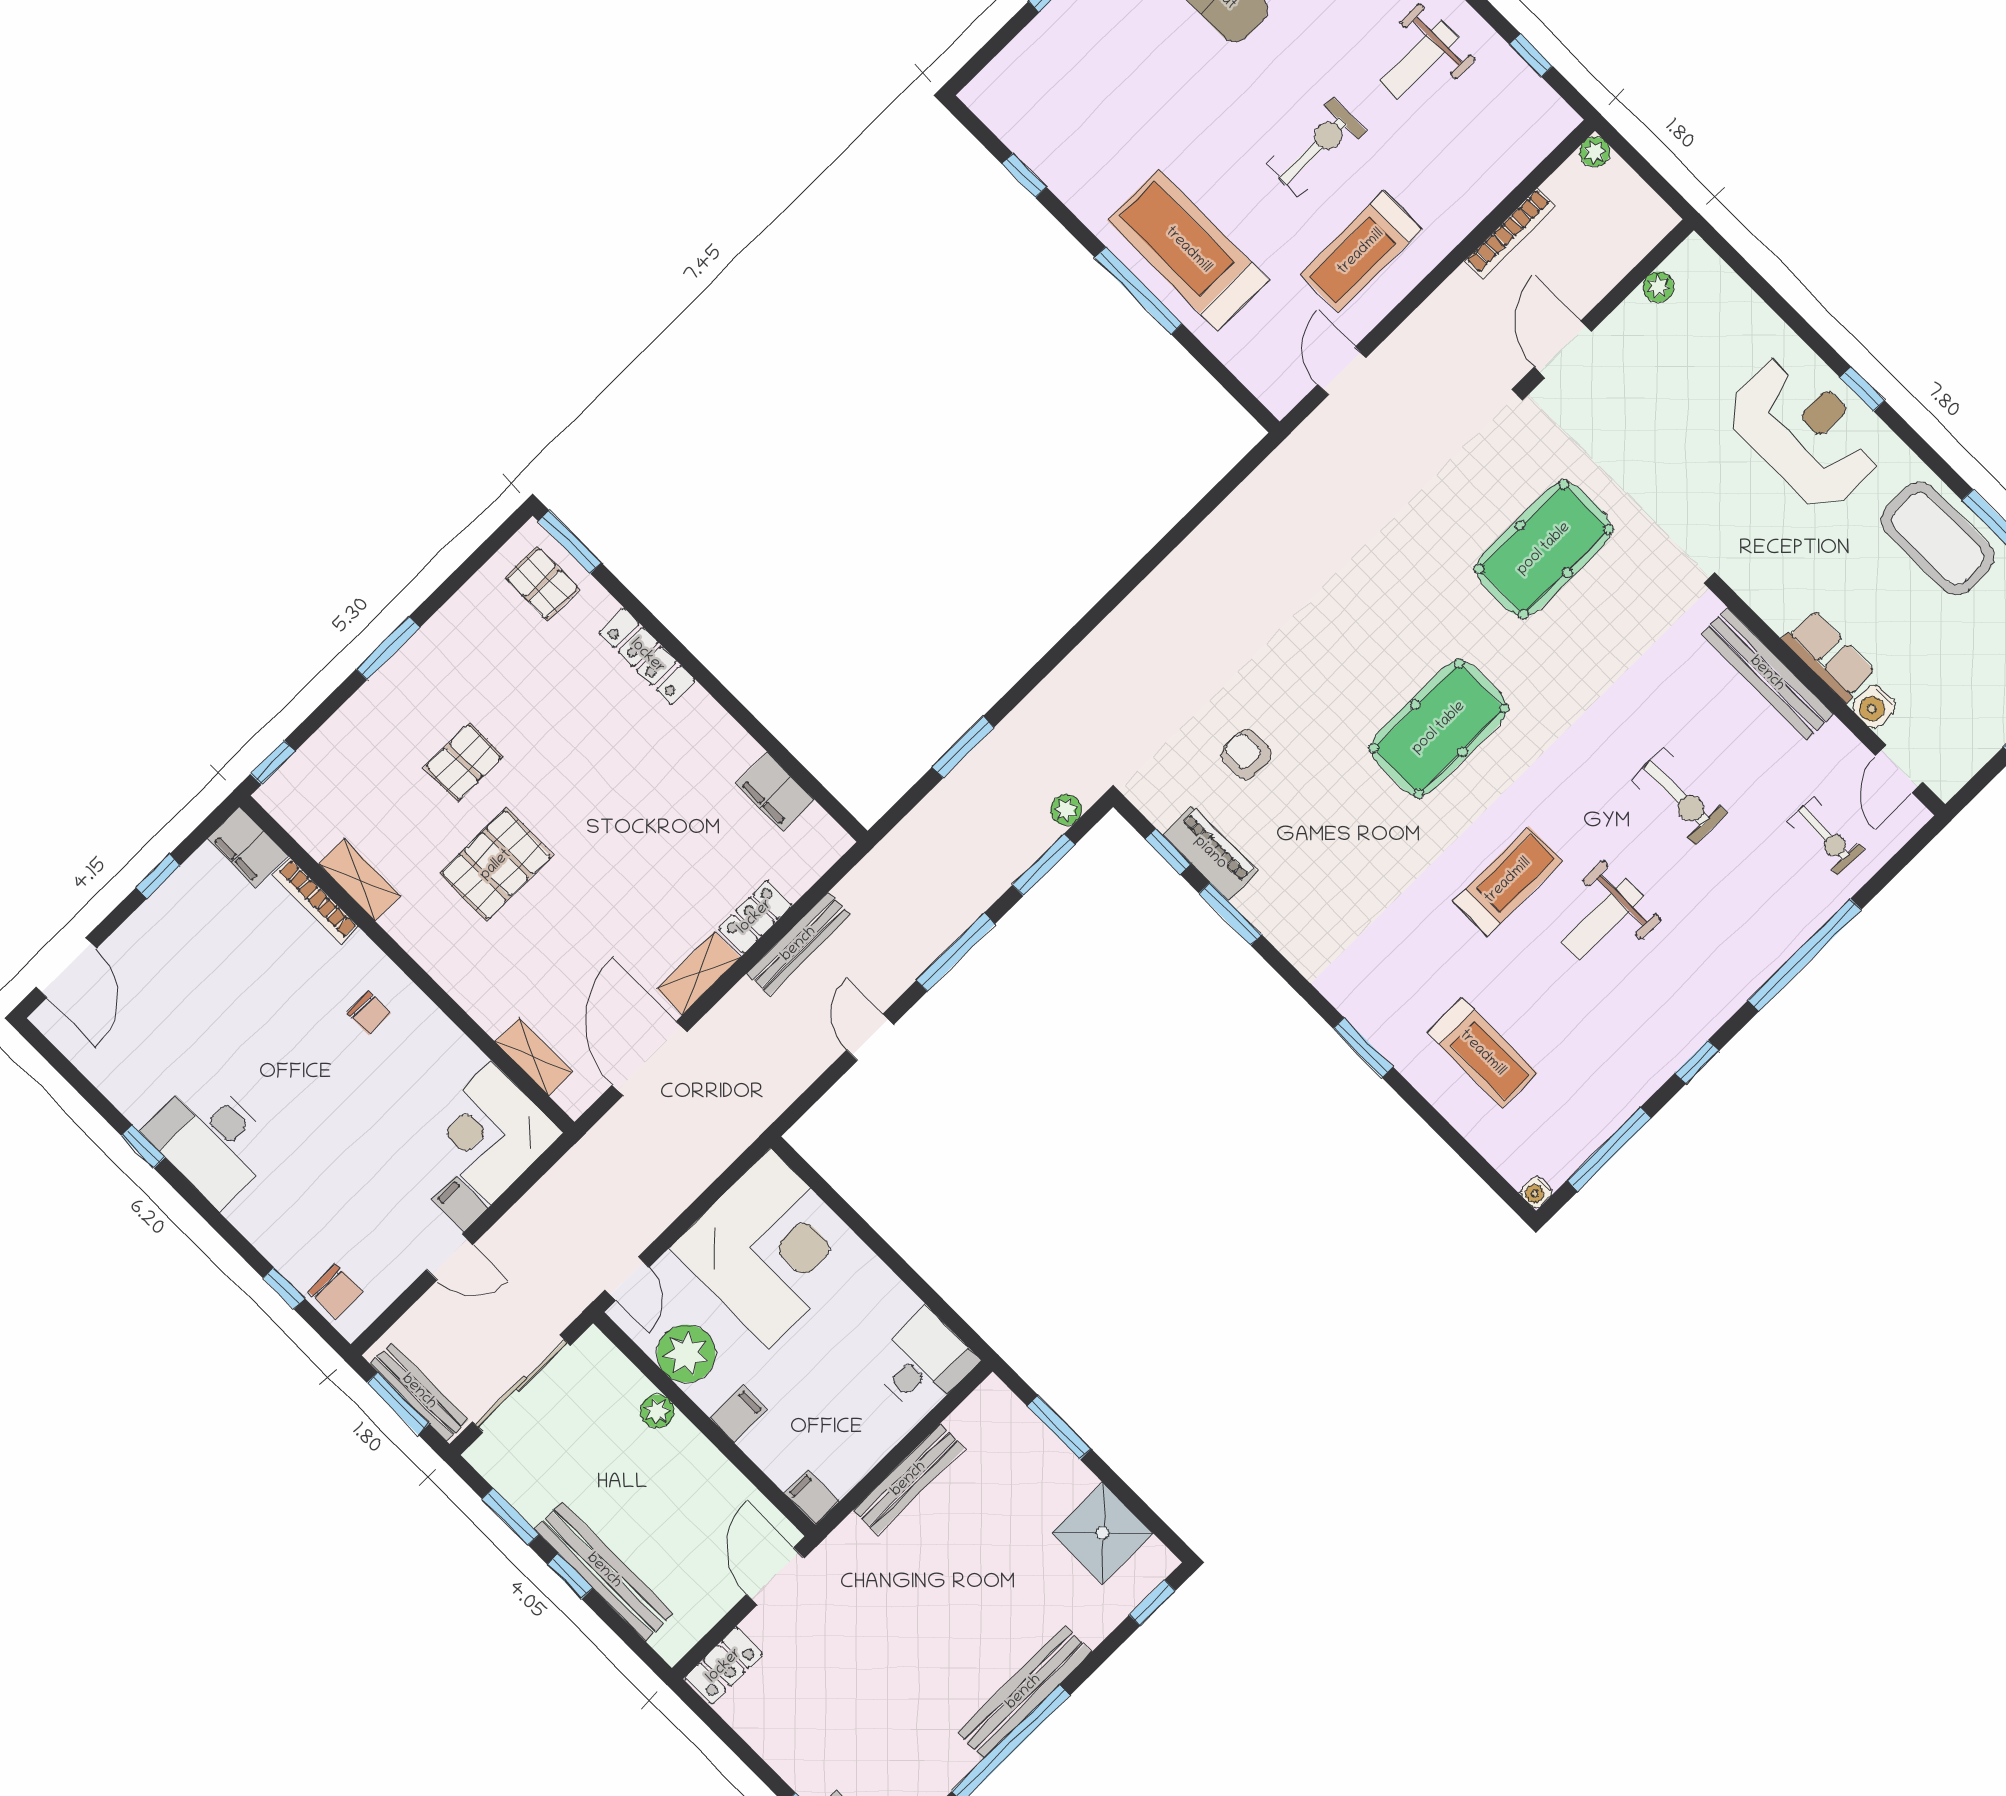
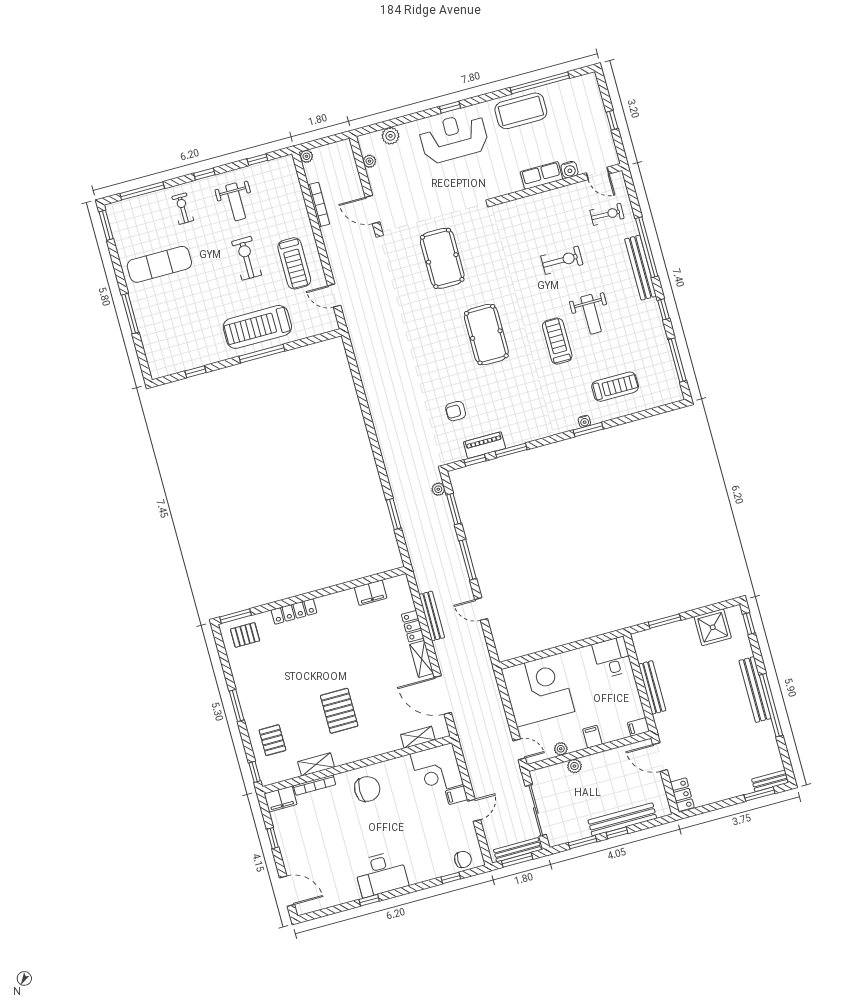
plant: (1735, 300) -> (390, 136), added
bench: (1767, 674) -> (640, 268), moved, turned 90
pallet: (464, 762) -> (272, 740), moved
chair: (369, 1013) -> (367, 789), width x1.87, depth x1.87
water cooler: (1536, 1192) -> (584, 421), moved
plant: (686, 1354) -> (561, 749), width x0.53, depth x0.53

